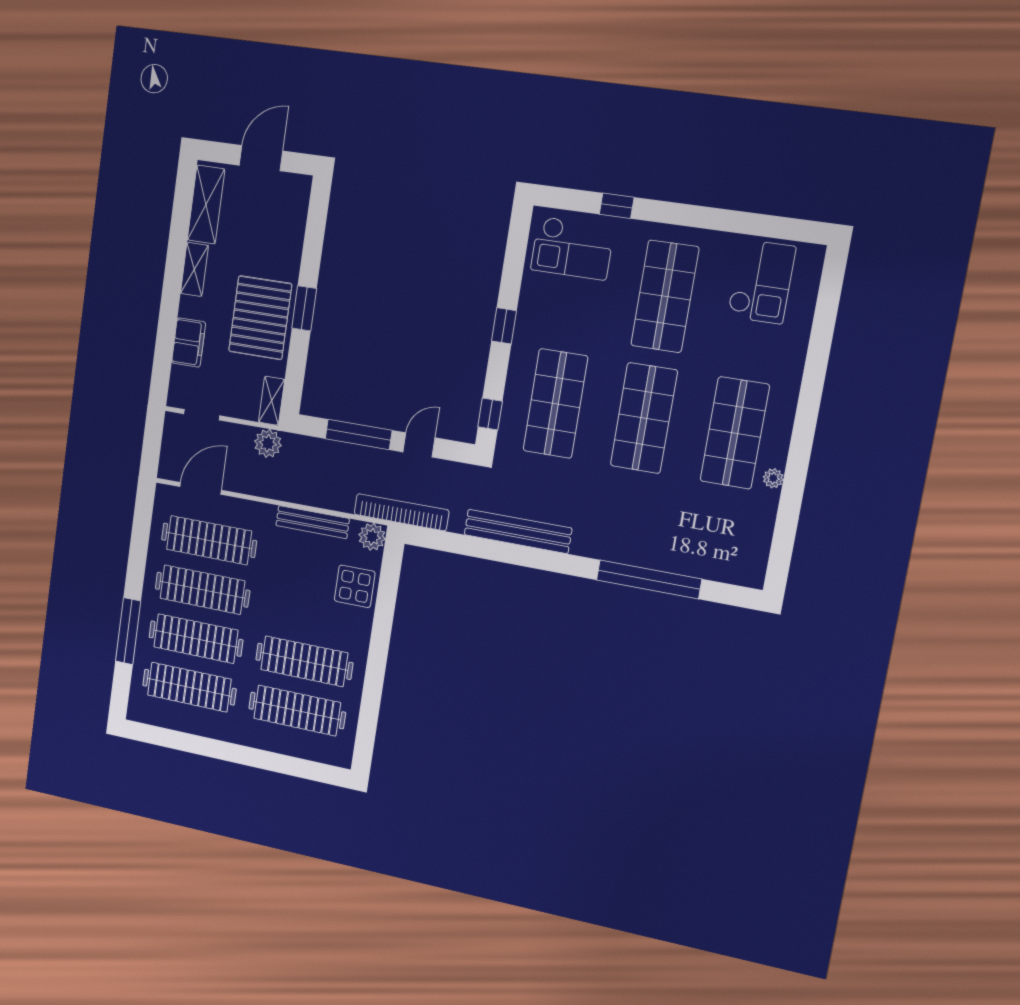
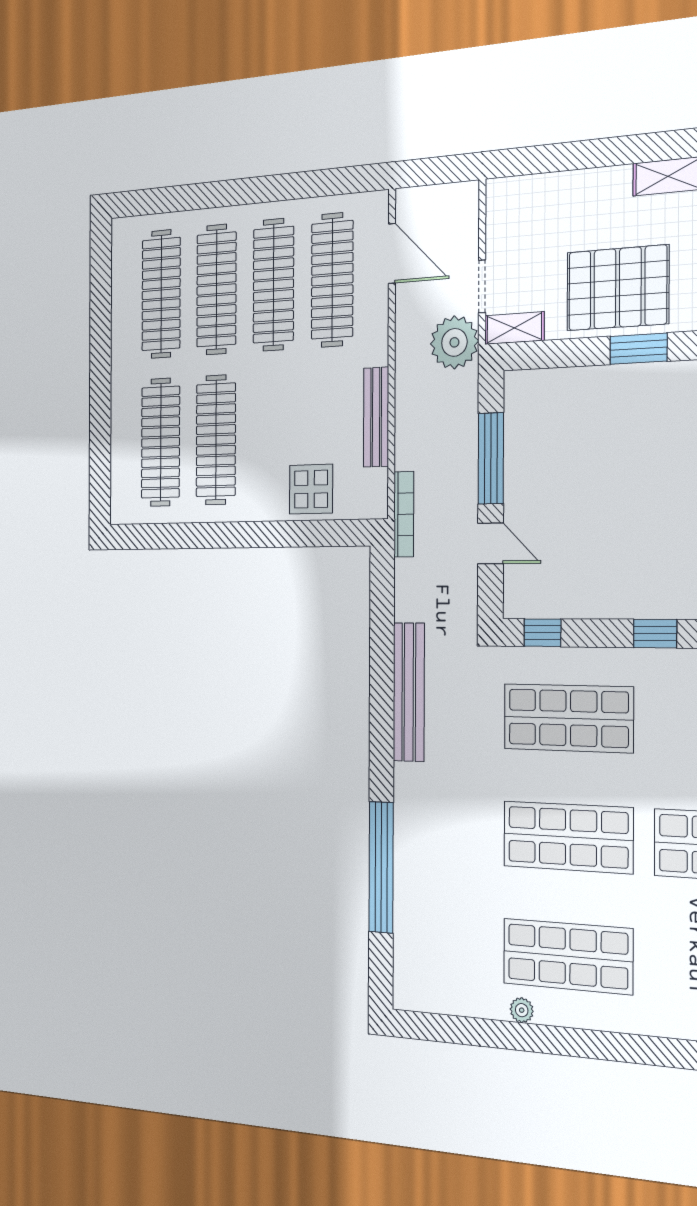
filing cabinet: (189, 342) -> (571, 191), removed
doorway: (202, 415) -> (482, 286), moved
plant: (268, 443) -> (454, 342), width x1.36, depth x1.36
bookcase: (401, 512) -> (404, 514), width x0.68, depth x0.76
plant: (372, 537) -> (372, 501), removed
window: (128, 631) -> (209, 195), removed

